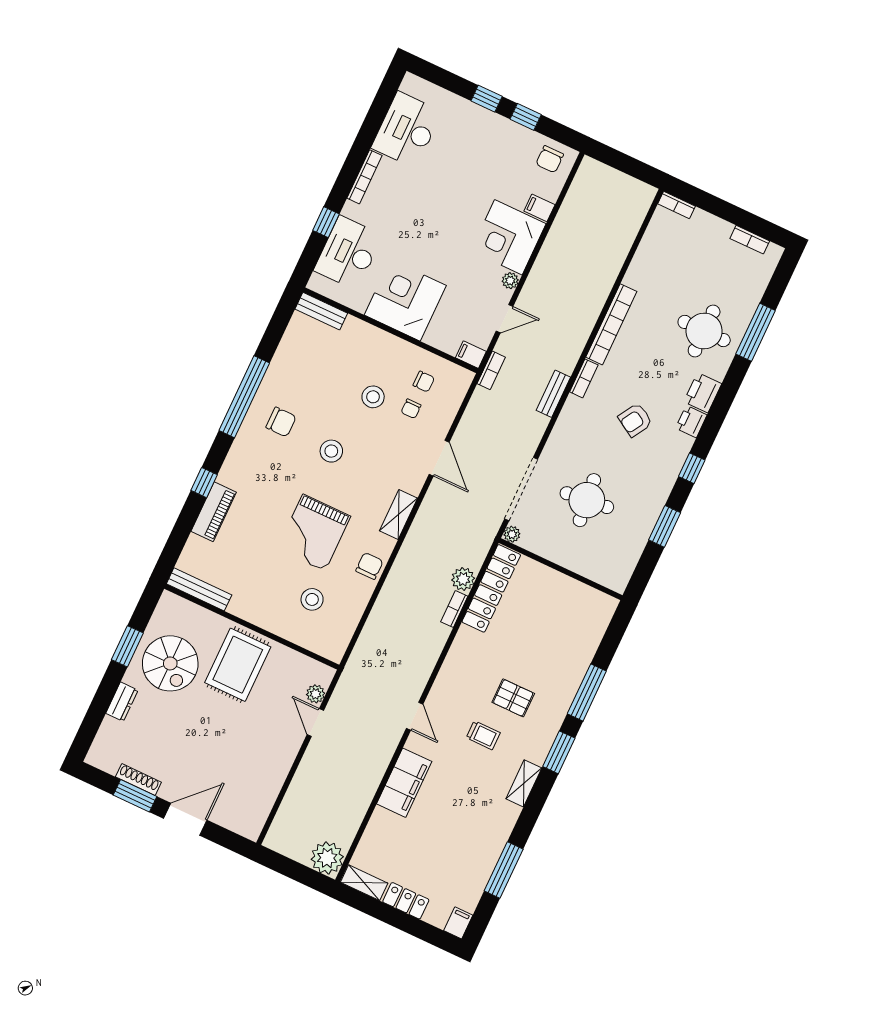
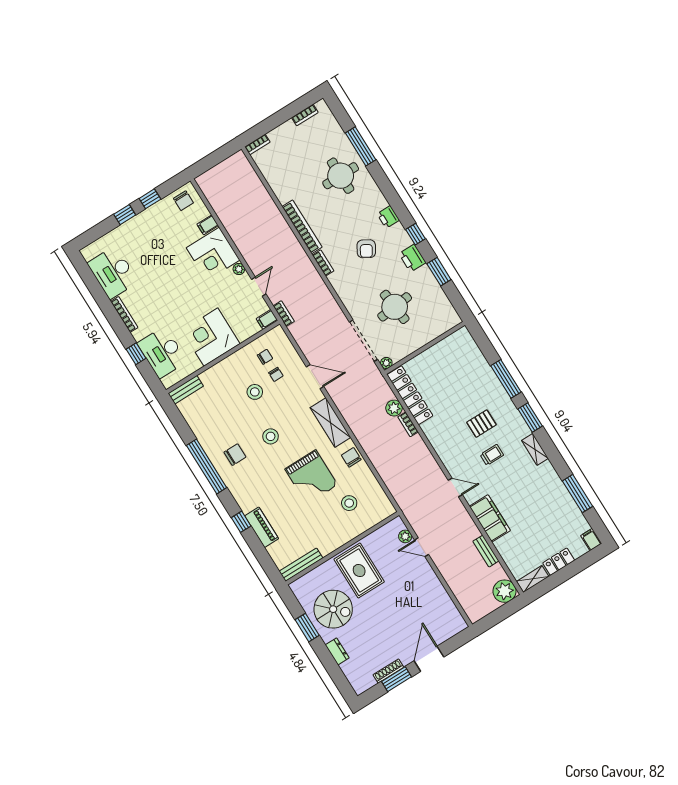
printer: (703, 393) -> (412, 258), moved
bench: (553, 394) -> (486, 551), moved
shelving: (399, 515) -> (330, 423), width x1.50, depth x1.33

